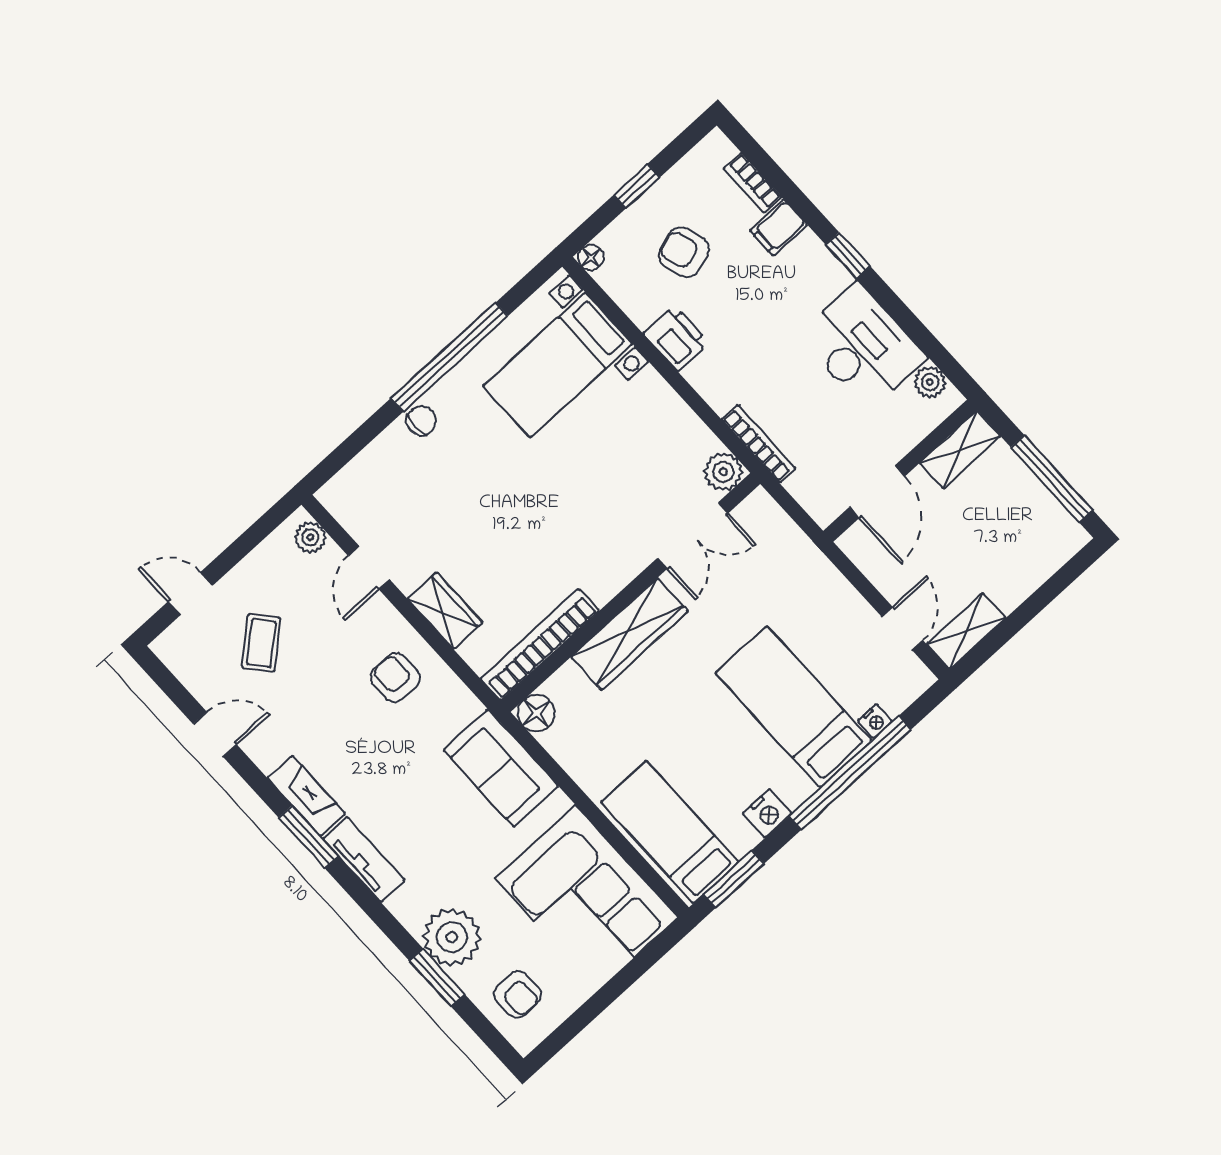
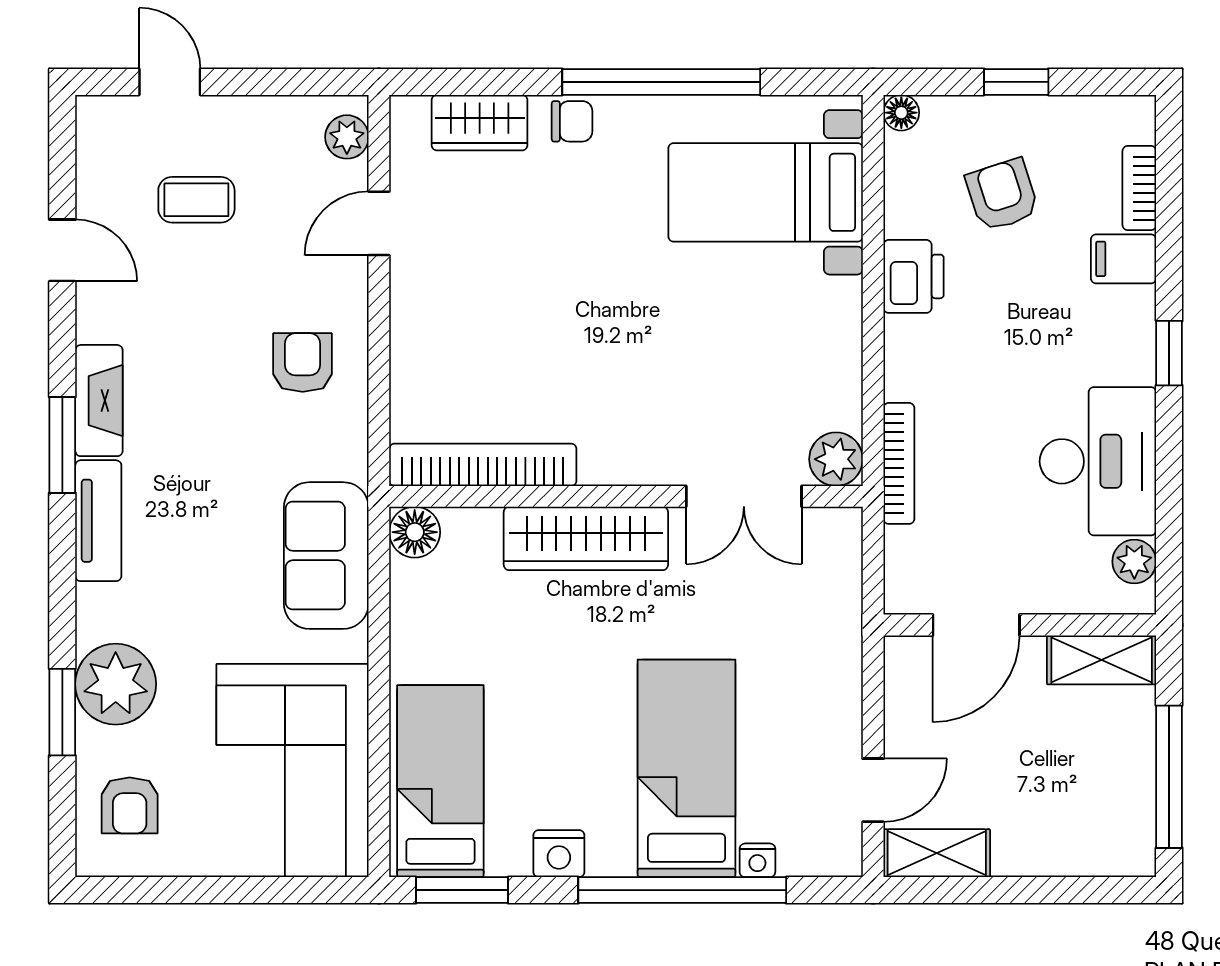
wardrobe: (445, 611) -> (480, 123), moved, turned 90
coffee table: (261, 643) -> (196, 200), turned 41

